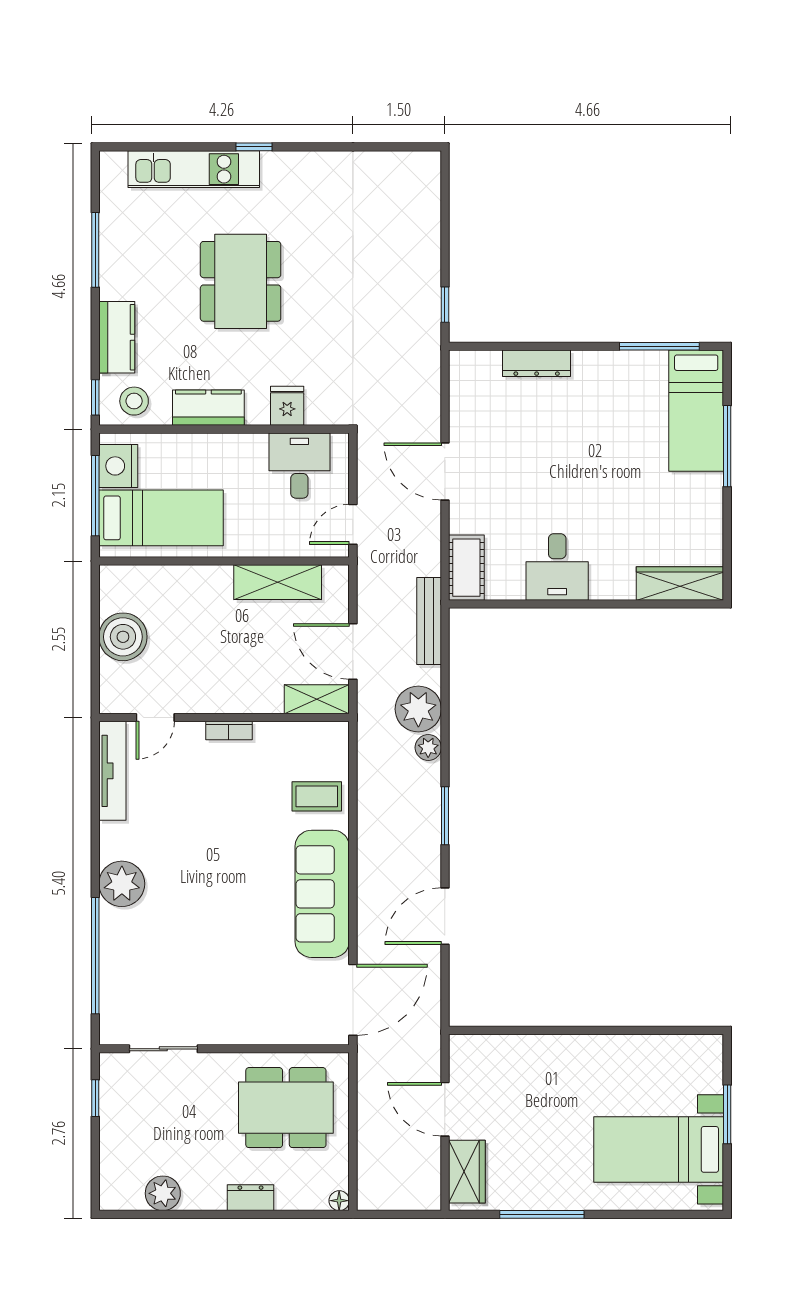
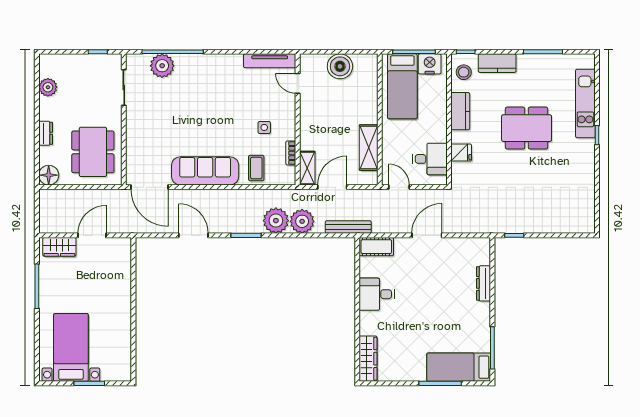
bookcase: (229, 730) -> (291, 153), moved
plant: (428, 748) -> (276, 221), width x1.87, depth x1.87
side table: (239, 781) -> (264, 127), added
plant: (122, 884) -> (162, 66), moved
floor lamp: (339, 1201) -> (49, 175), width x1.89, depth x1.89

